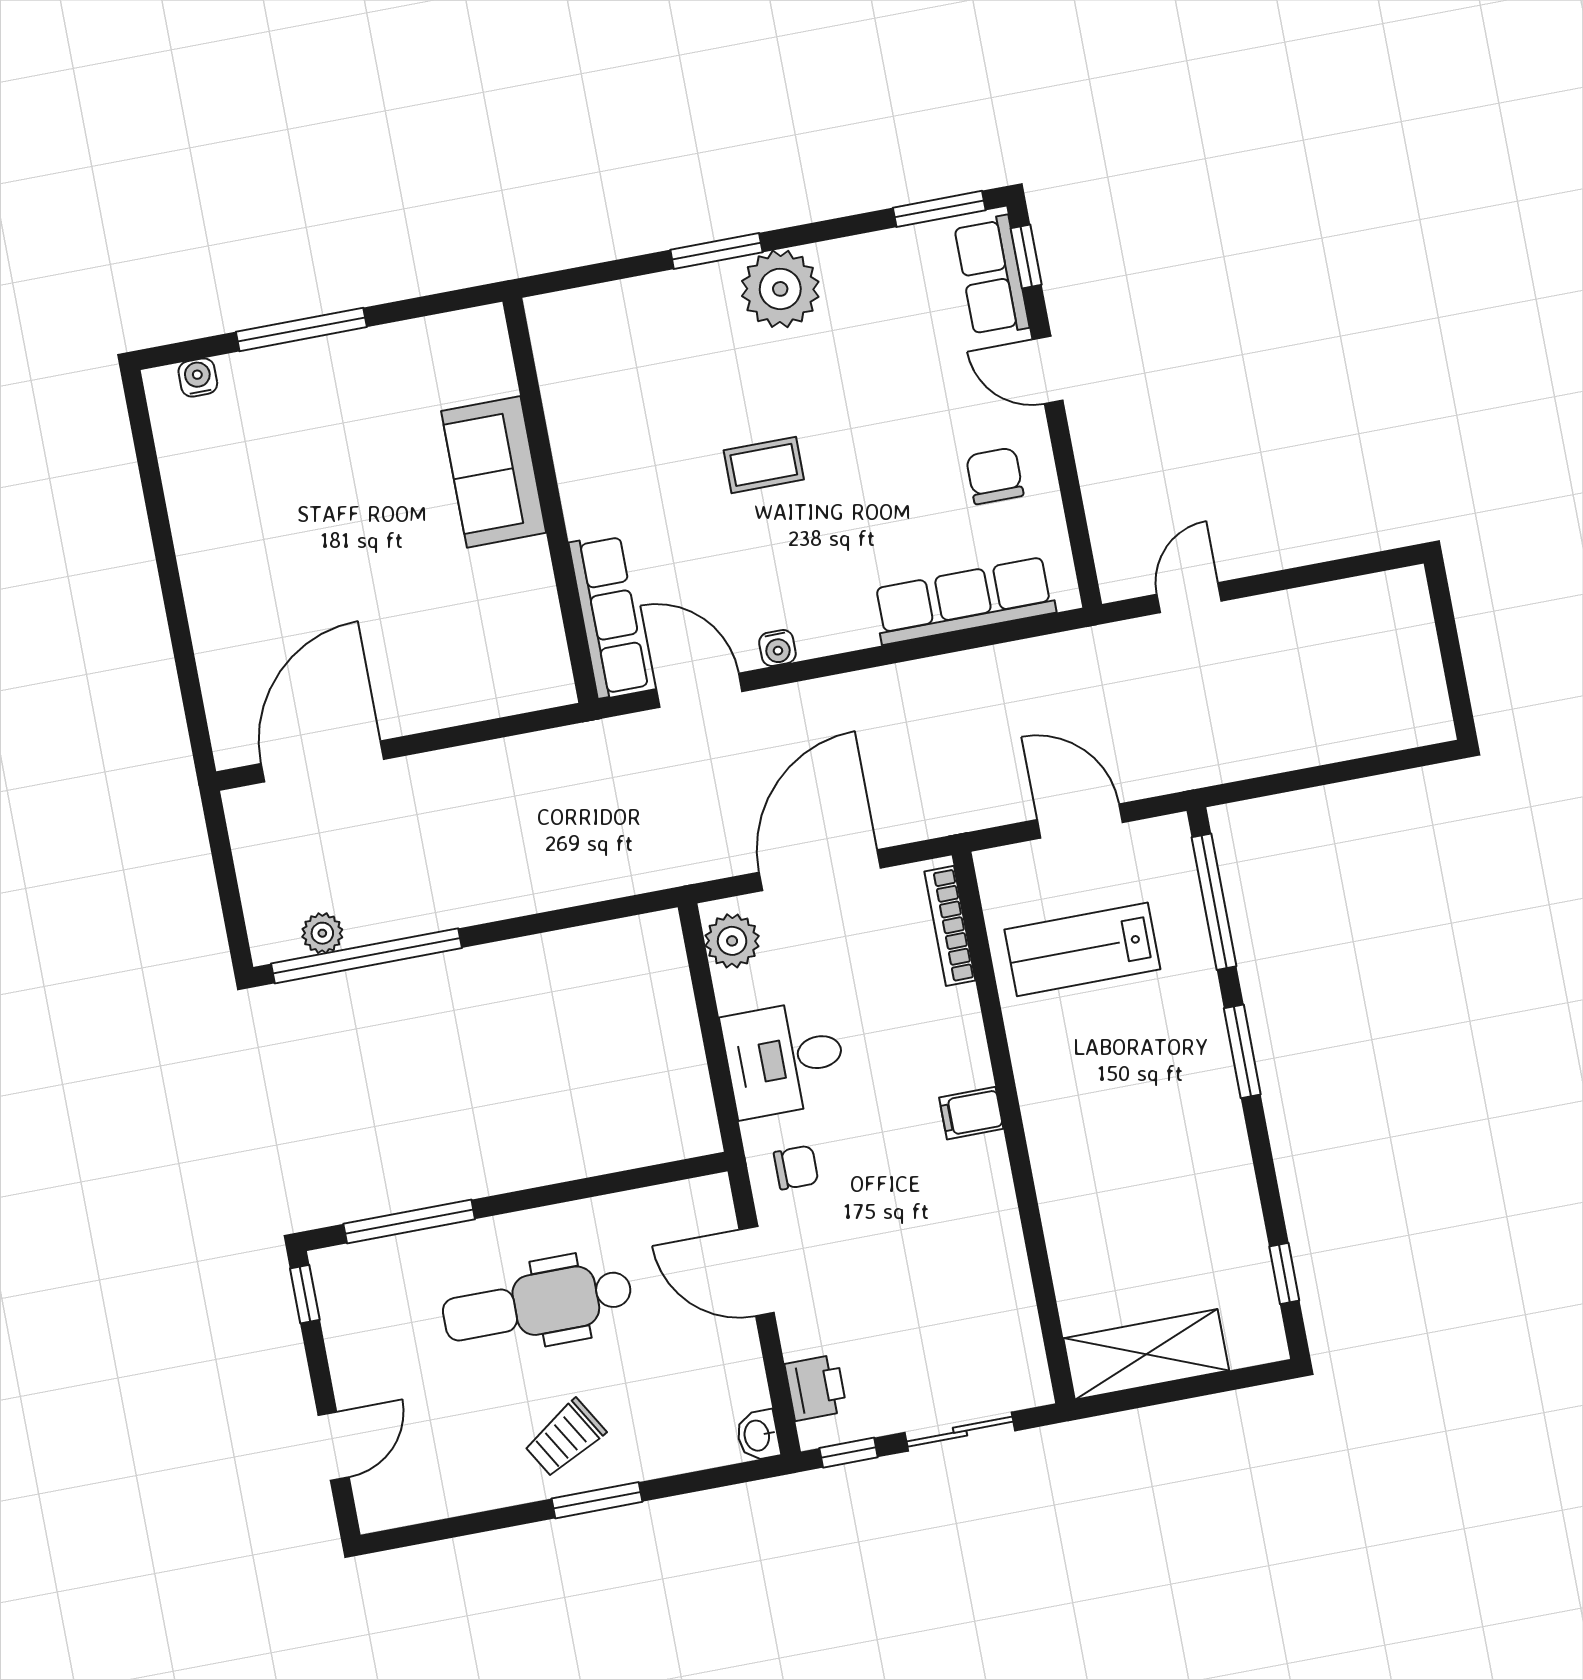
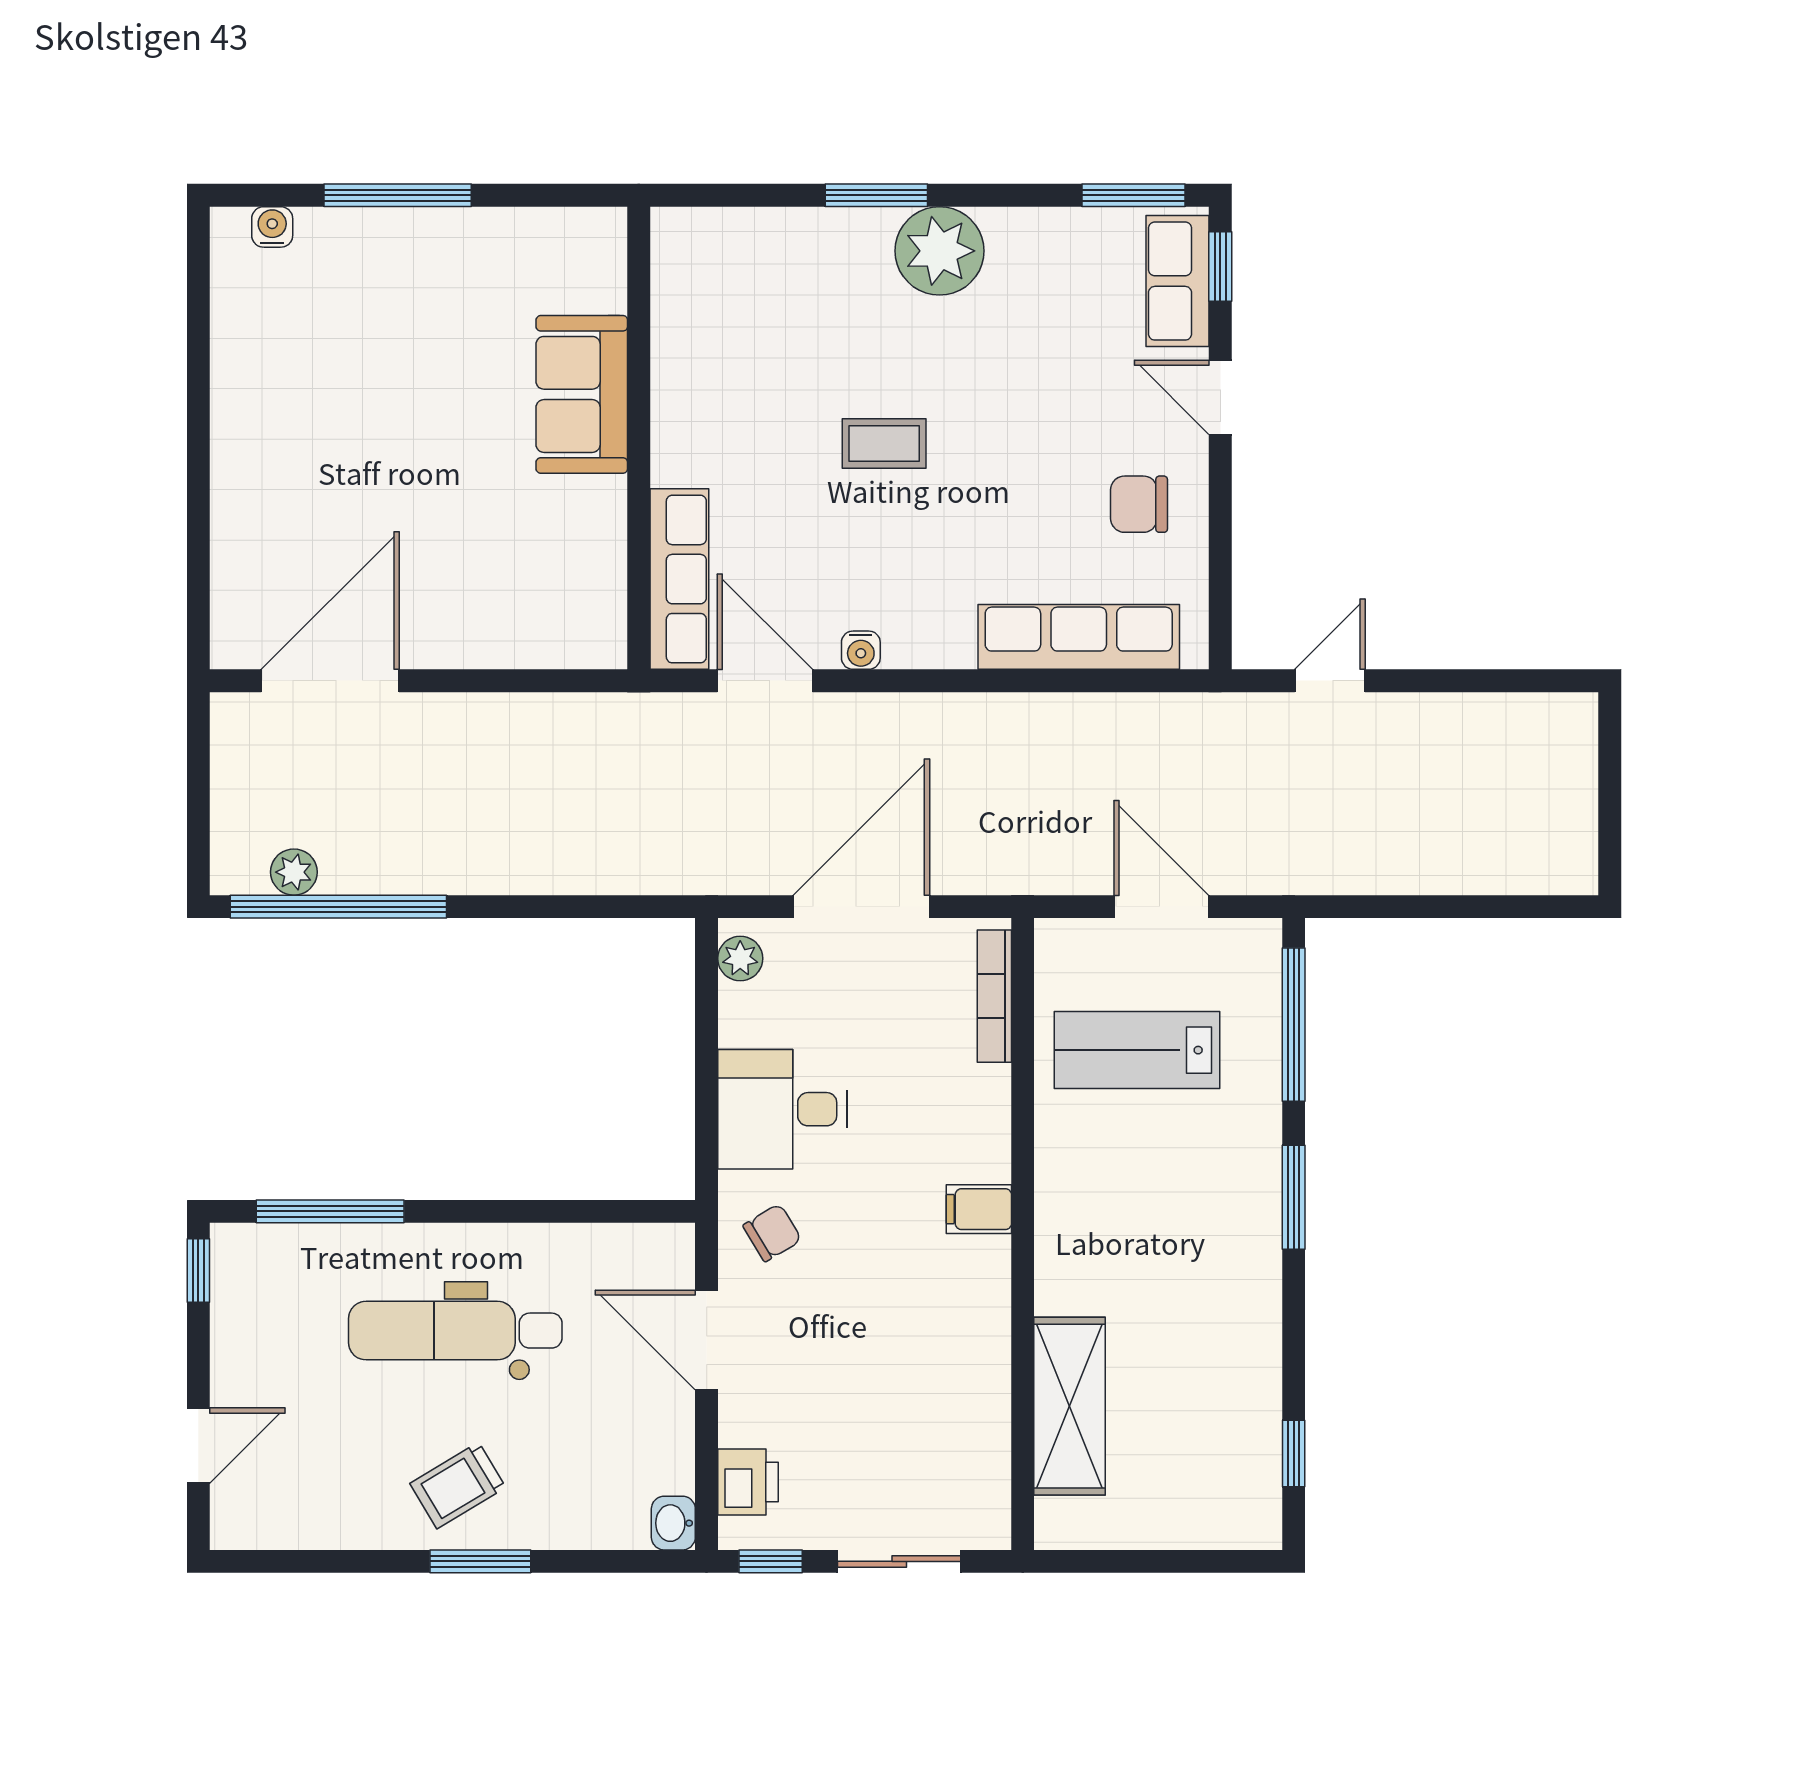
chair: (995, 476) -> (1139, 504), turned -90
plant: (732, 941) -> (740, 958), width x0.73, depth x0.73
chair: (796, 1167) -> (772, 1233), turned -31
shelving: (1146, 1354) -> (1070, 1406), moved, turned 90

